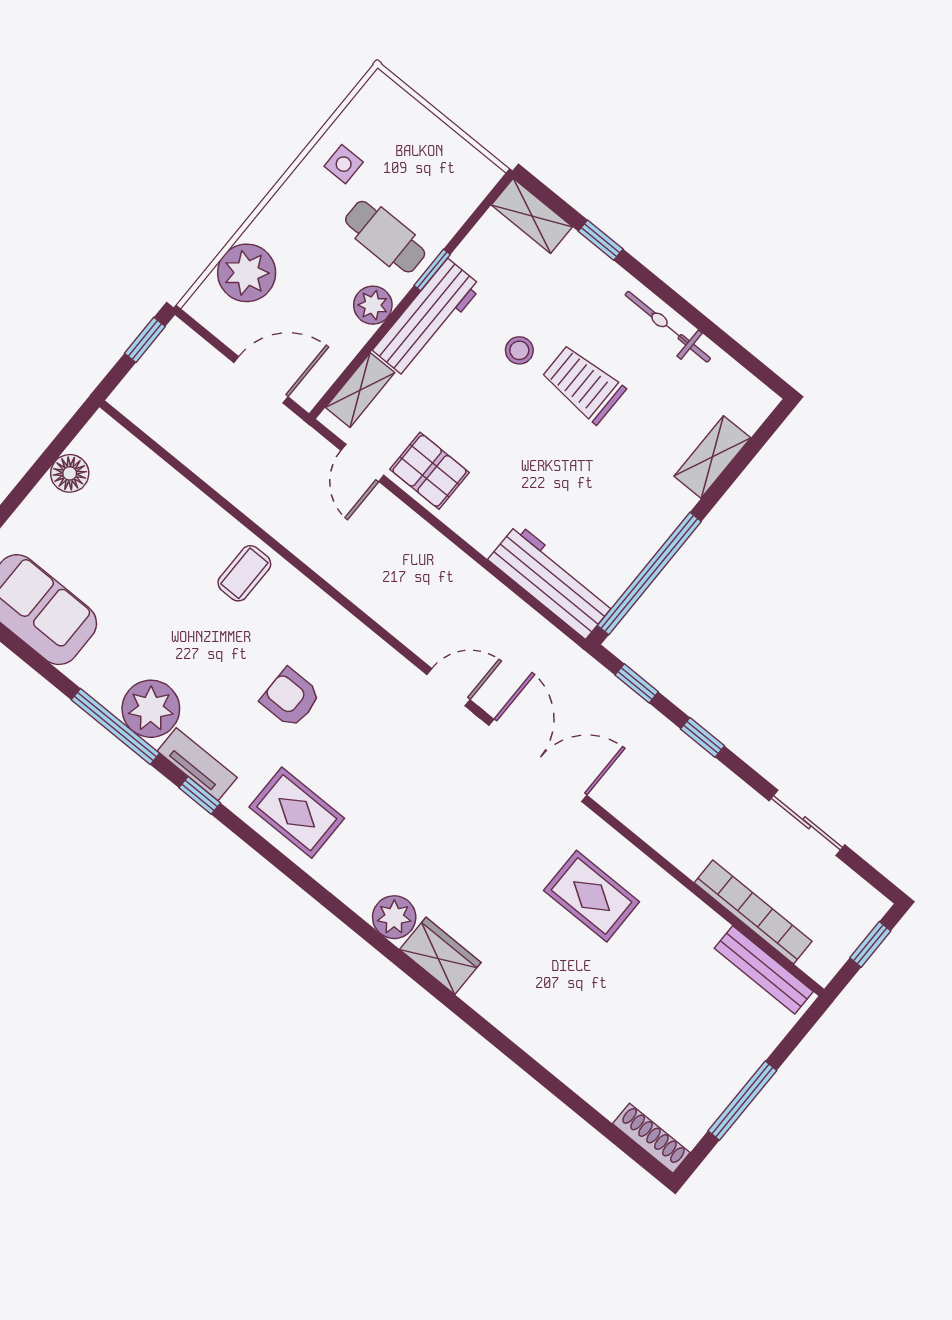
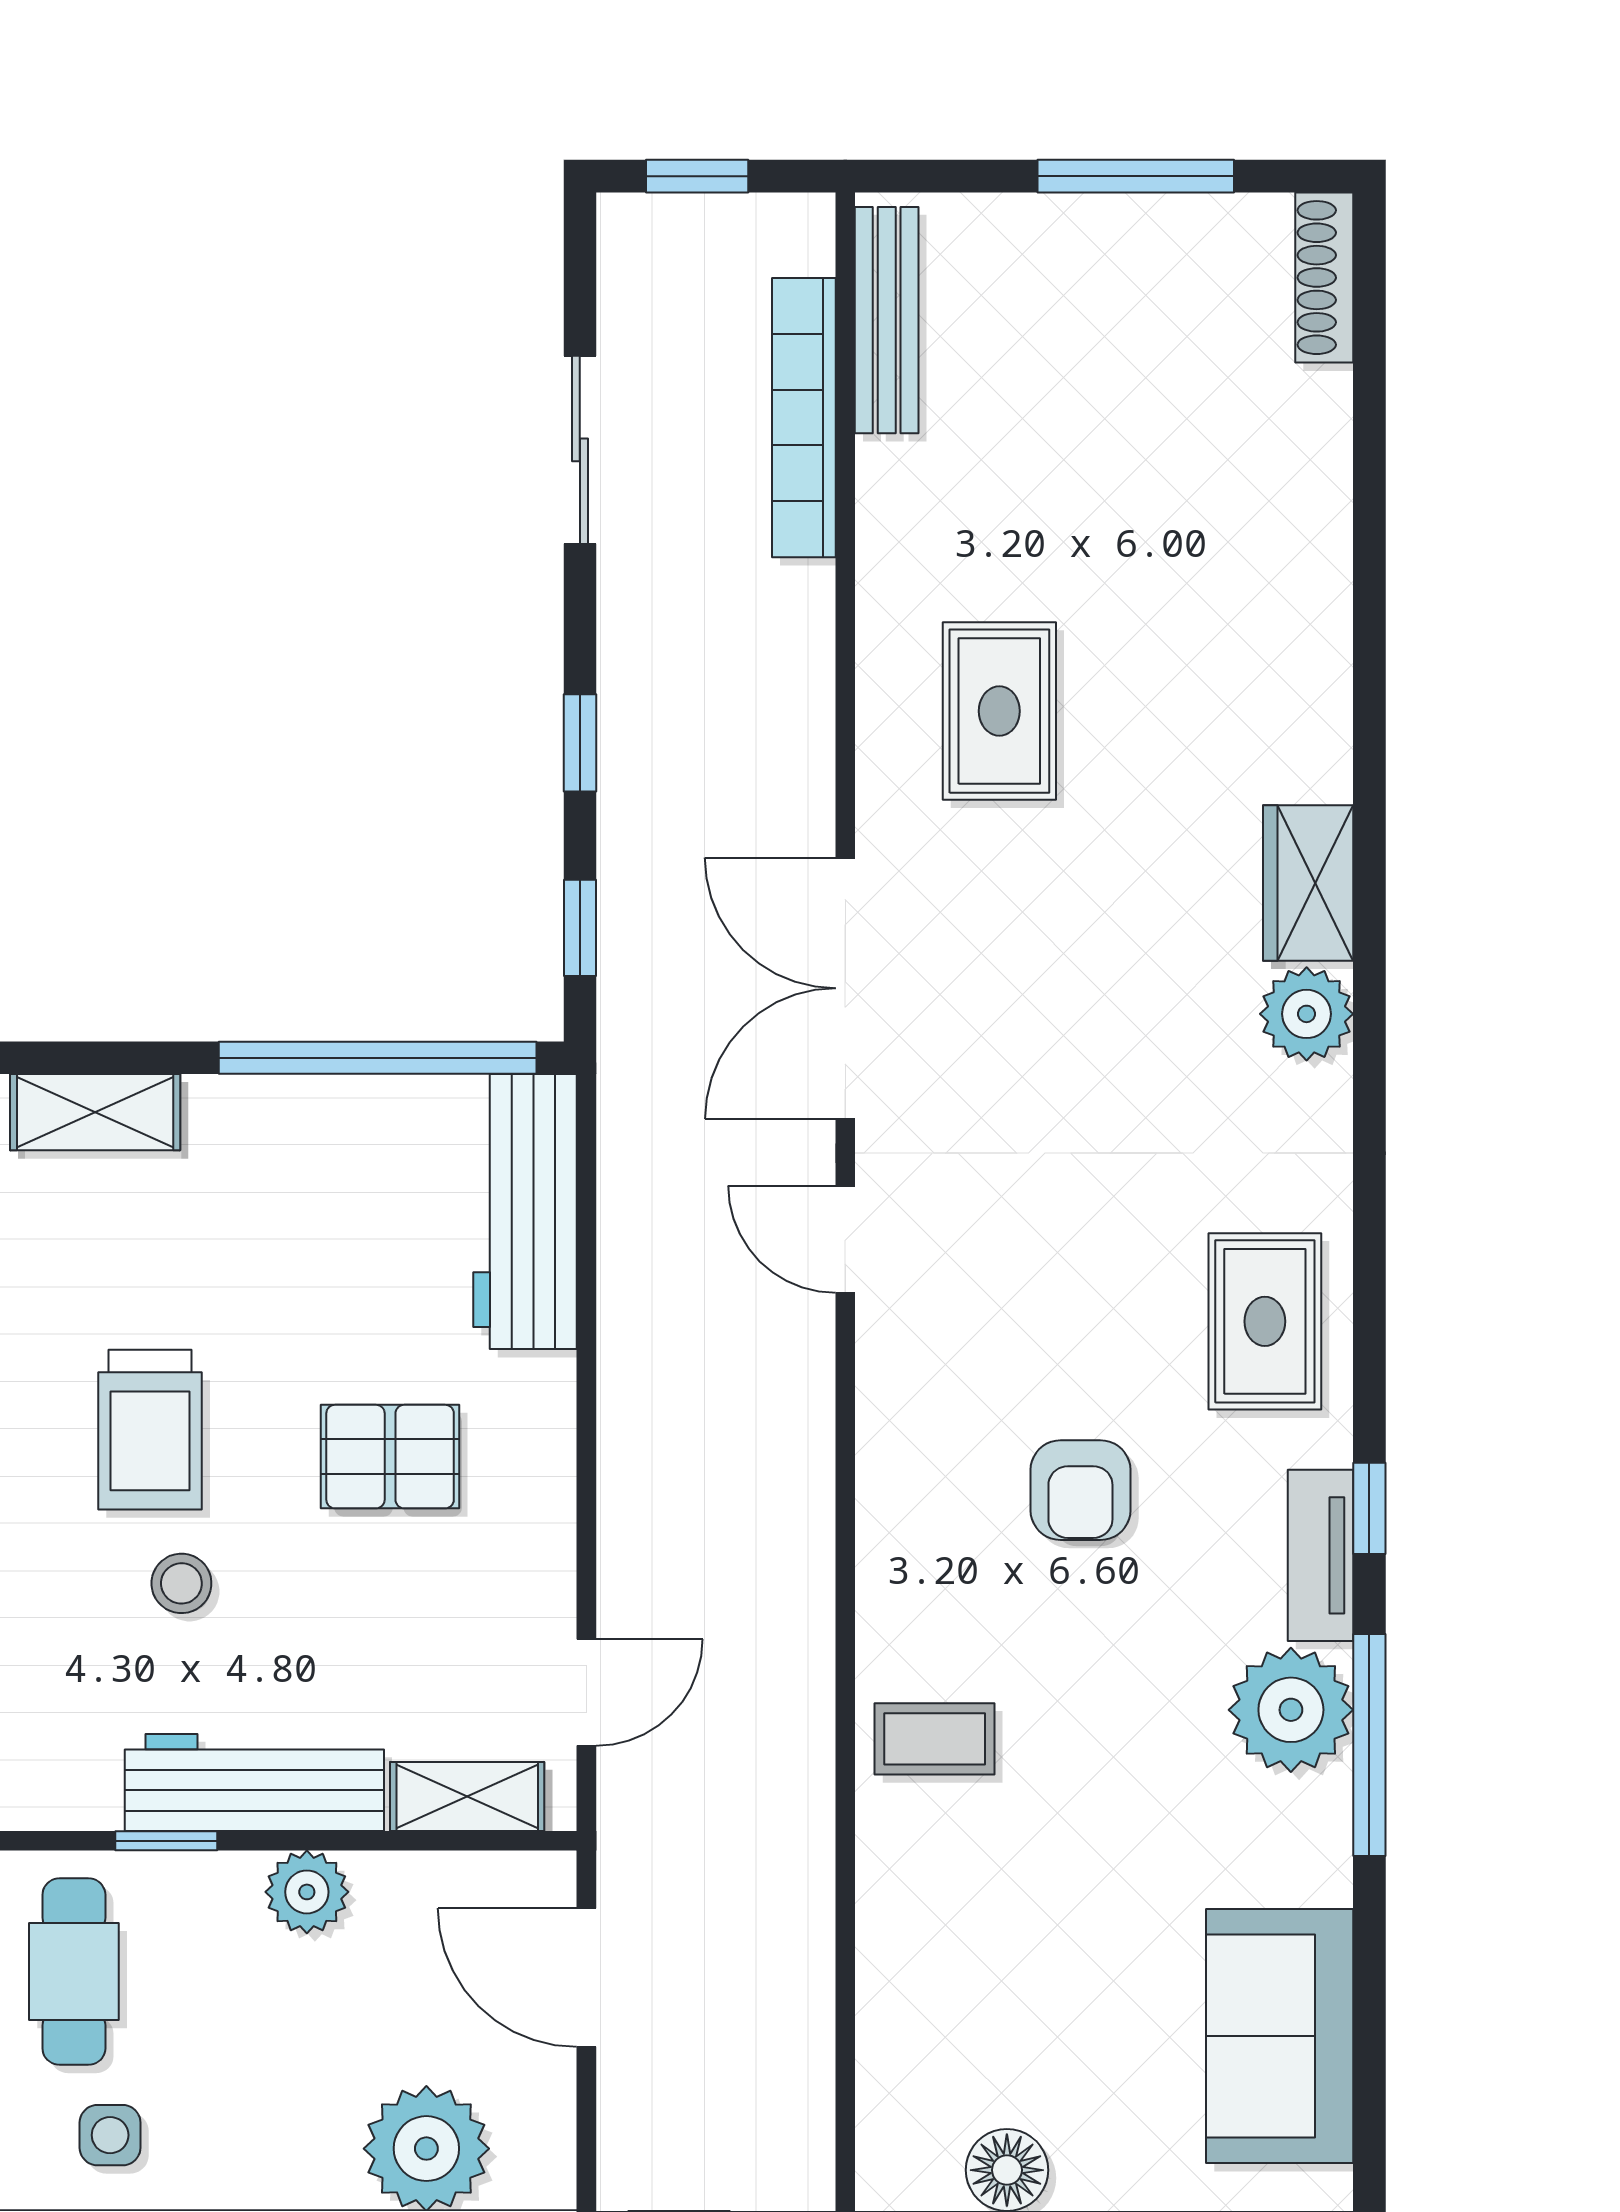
cafe table: (385, 237) -> (74, 1972), moved
pallet: (430, 471) -> (390, 1457), moved, turned 90

